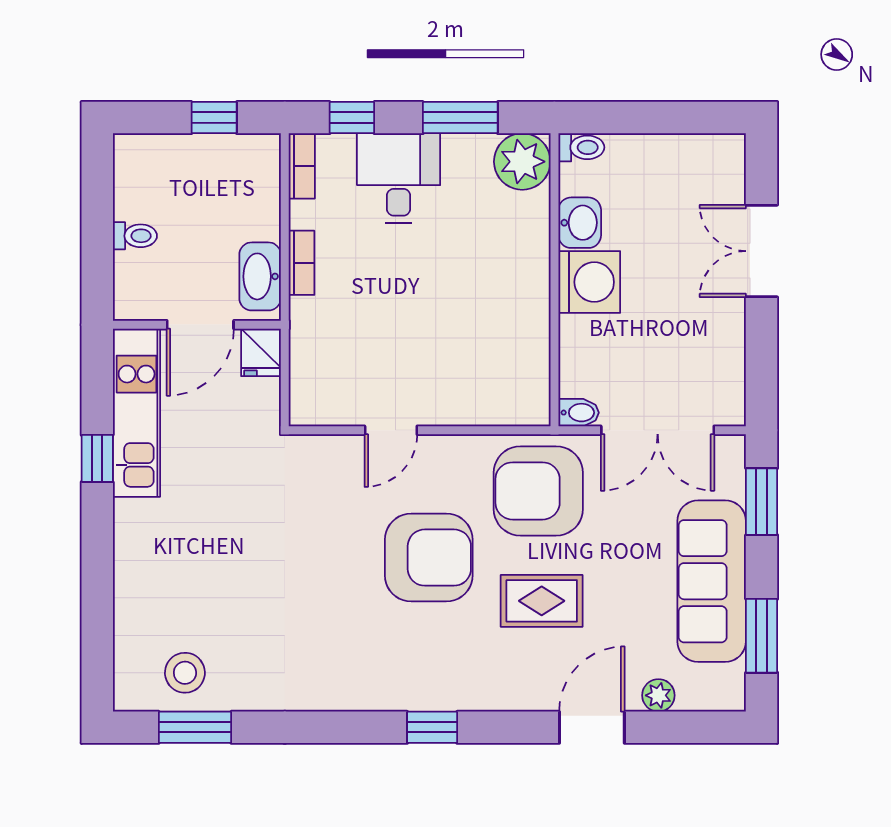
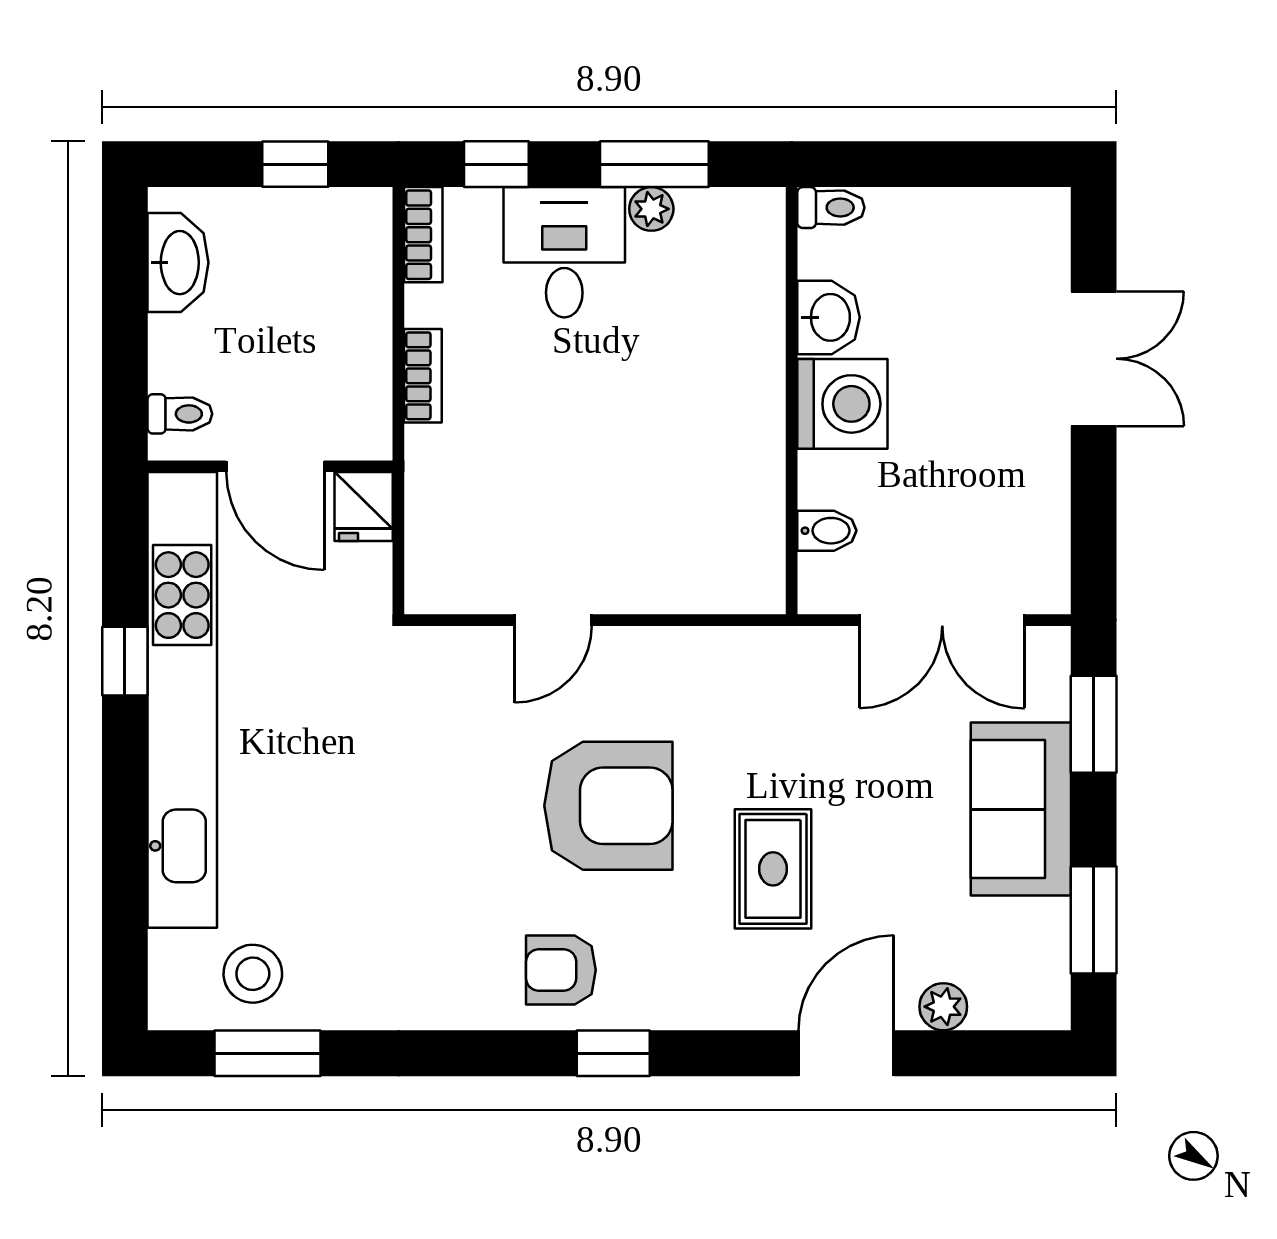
plant: (522, 162) -> (651, 209), moved, width x0.53, depth x0.53
toilet: (135, 236) -> (180, 414), moved
double door: (762, 251) -> (1094, 359), swing flipped
washbasin: (260, 276) -> (178, 263), moved, turned 180
door: (200, 325) -> (275, 466), hinge flipped
kitchen unit: (137, 413) -> (182, 700), width x1.86
bidet: (579, 413) -> (827, 531), moved
armchair: (538, 491) -> (561, 970), moved, width x0.53, depth x0.53
sofa: (712, 581) -> (1021, 809), width x0.73
rug: (542, 601) -> (773, 869), turned 90

